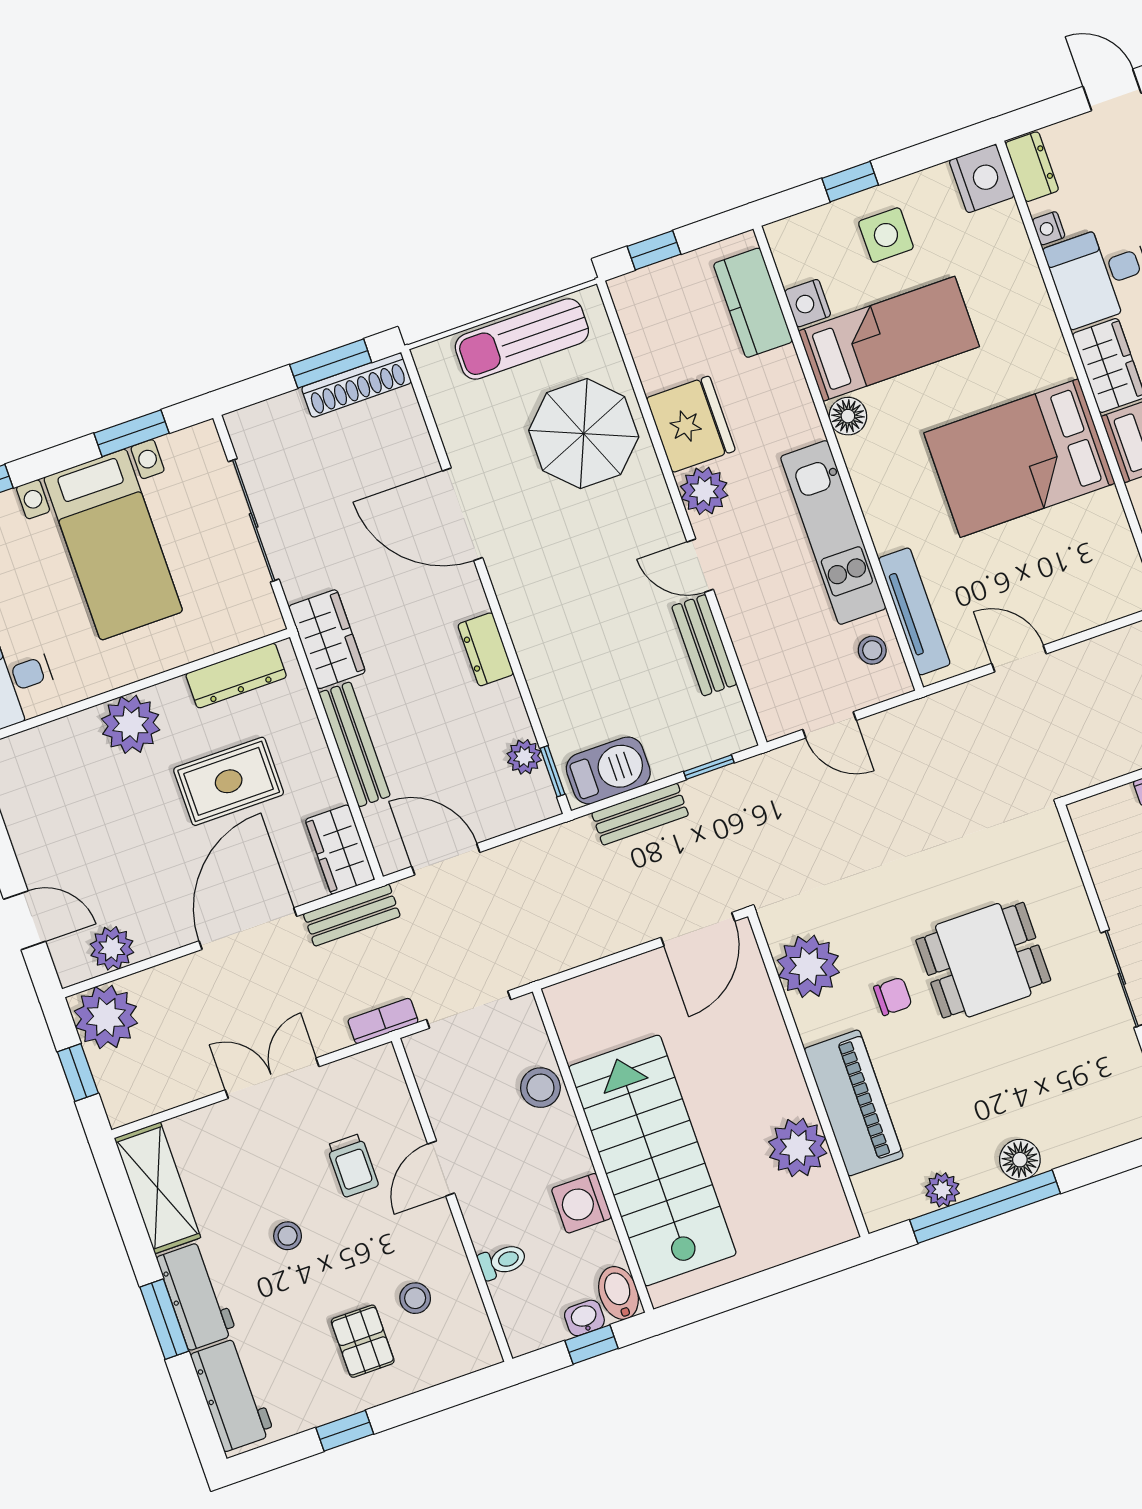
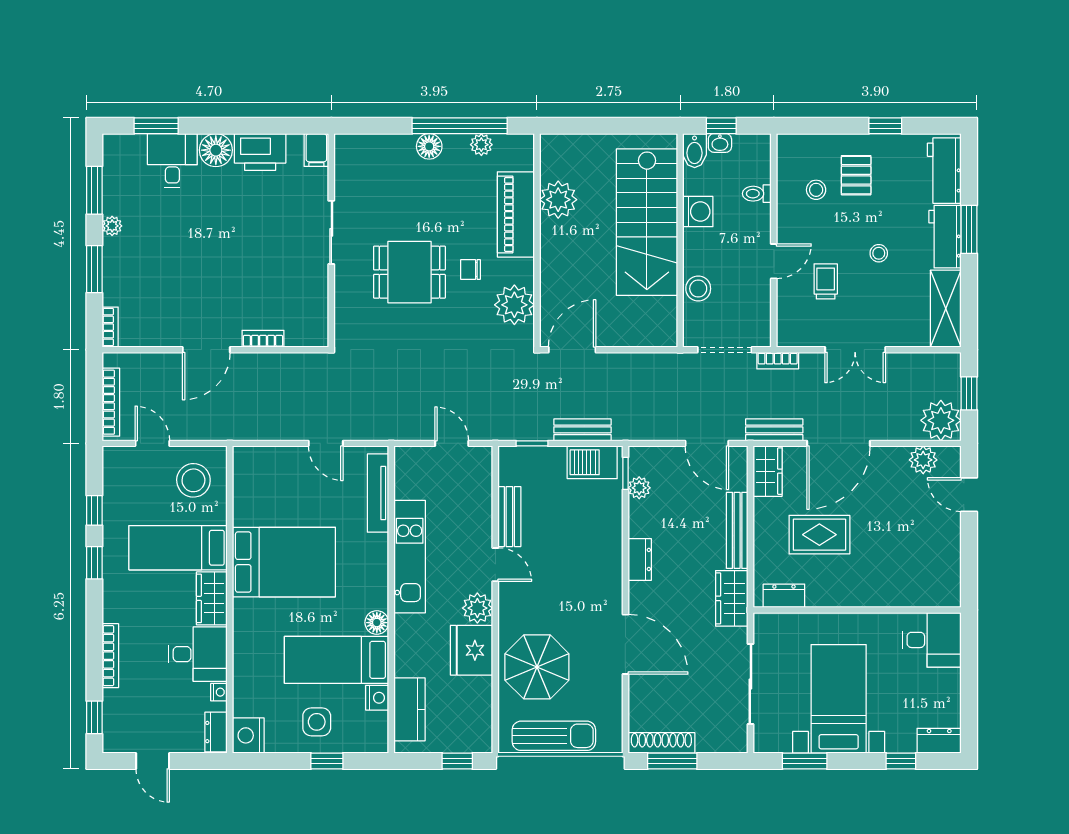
stool: (872, 650) -> (411, 479), removed
dresser: (236, 676) -> (784, 596), width x0.70
plant: (131, 724) -> (866, 589), removed

